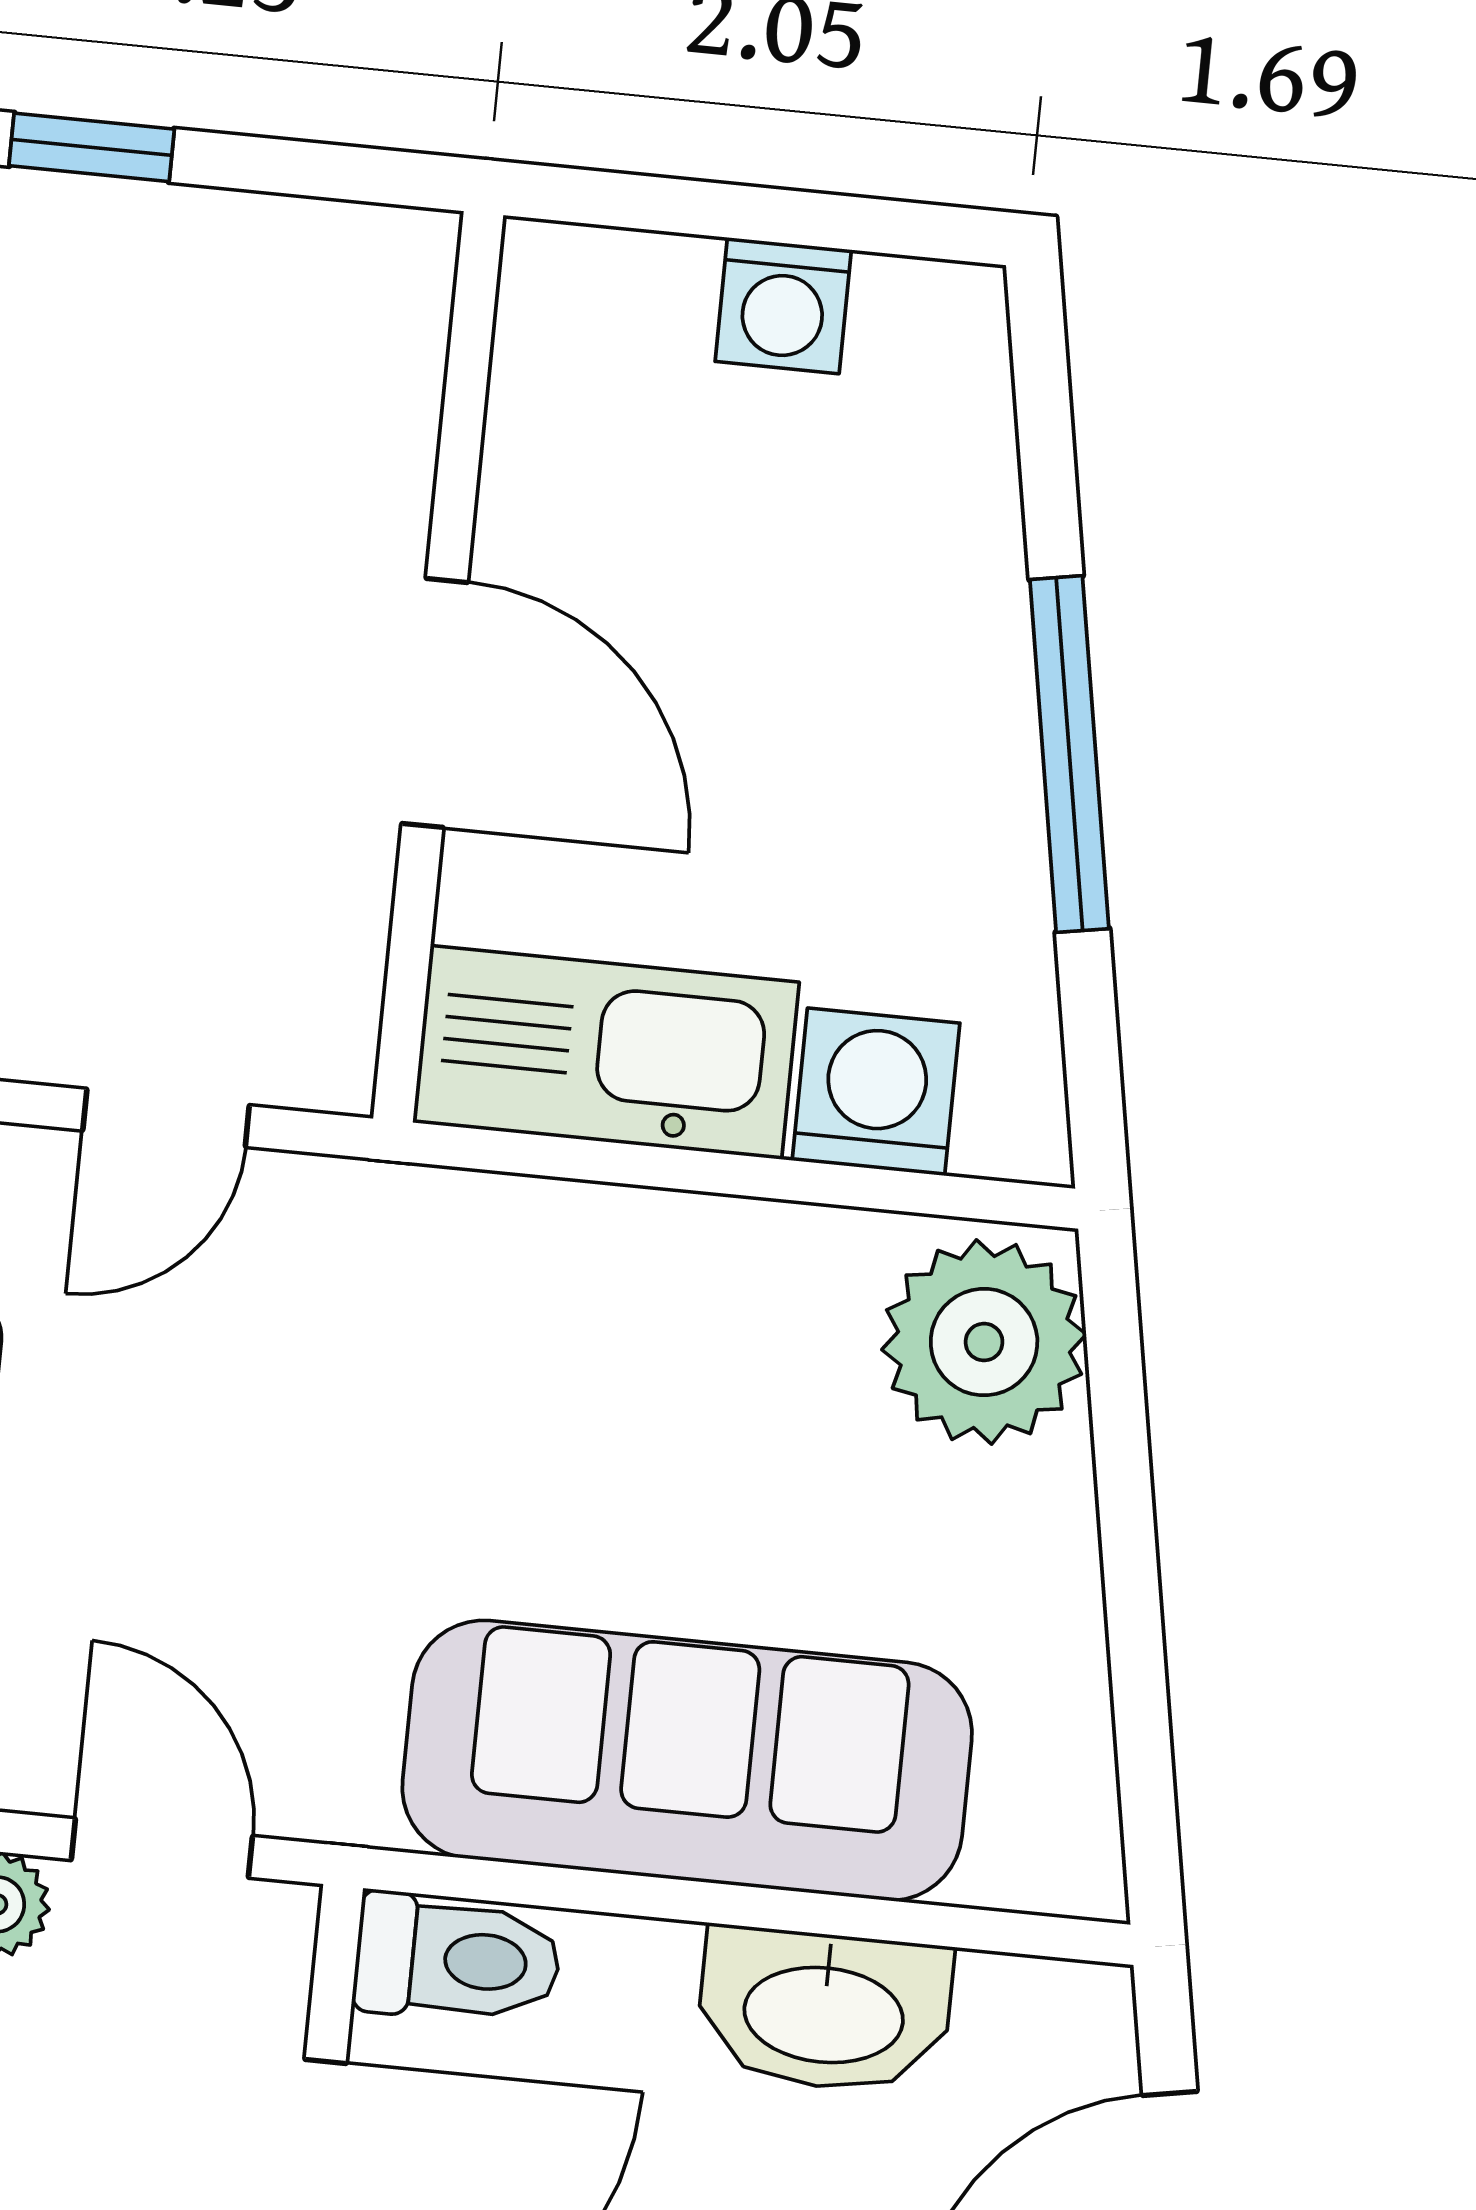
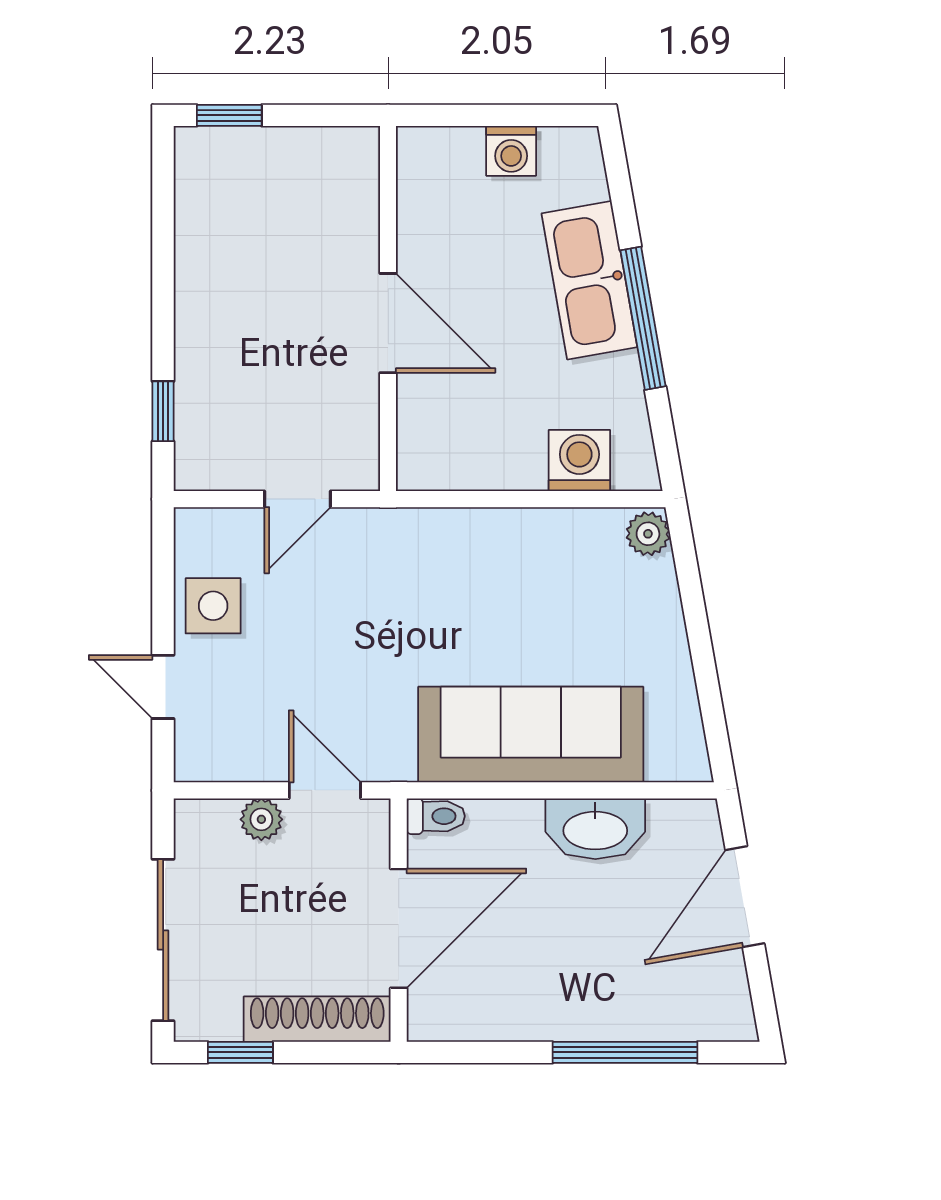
kitchen sink: (606, 1052) -> (589, 280), moved, turned -100
plant: (984, 1342) -> (648, 534), width x0.53, depth x0.53
toilet: (457, 1959) -> (436, 816), width x0.73, depth x0.72

